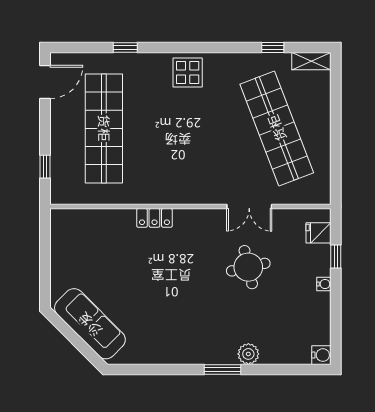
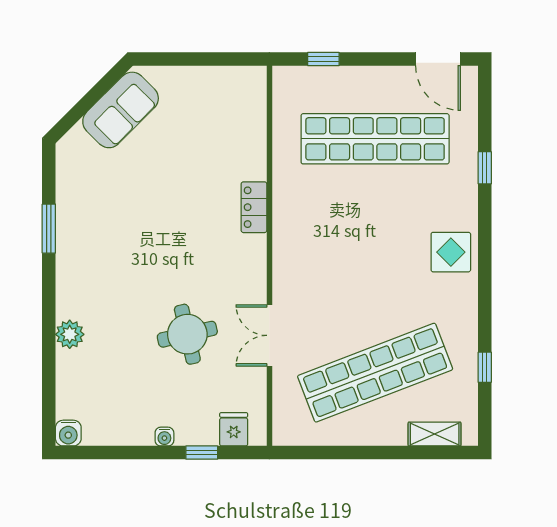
shelving: (311, 61) -> (435, 434), moved, turned 90
sofa: (90, 324) -> (121, 110), width x0.73
window: (223, 369) -> (49, 229), moved

